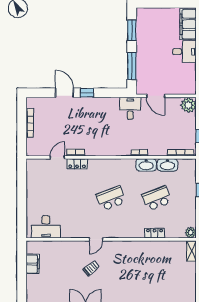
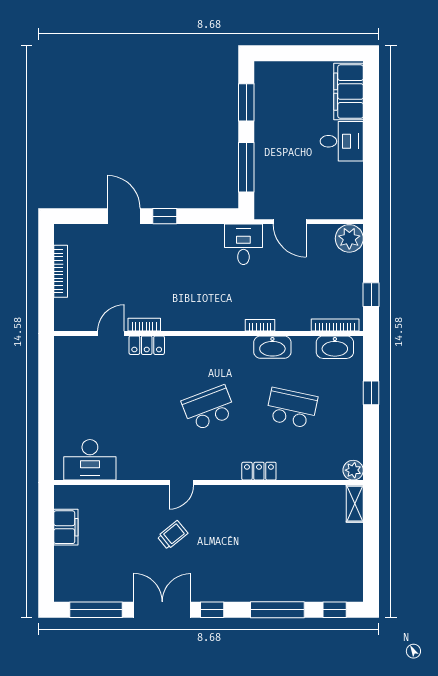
washbasin: (167, 165) -> (335, 347), moved
school desk: (157, 198) -> (292, 408), turned 33
locker: (155, 233) -> (259, 471), moved

